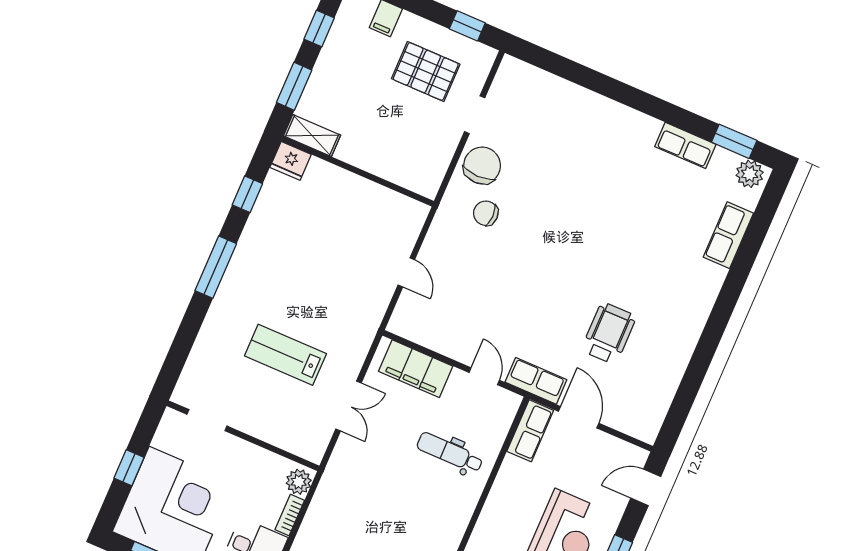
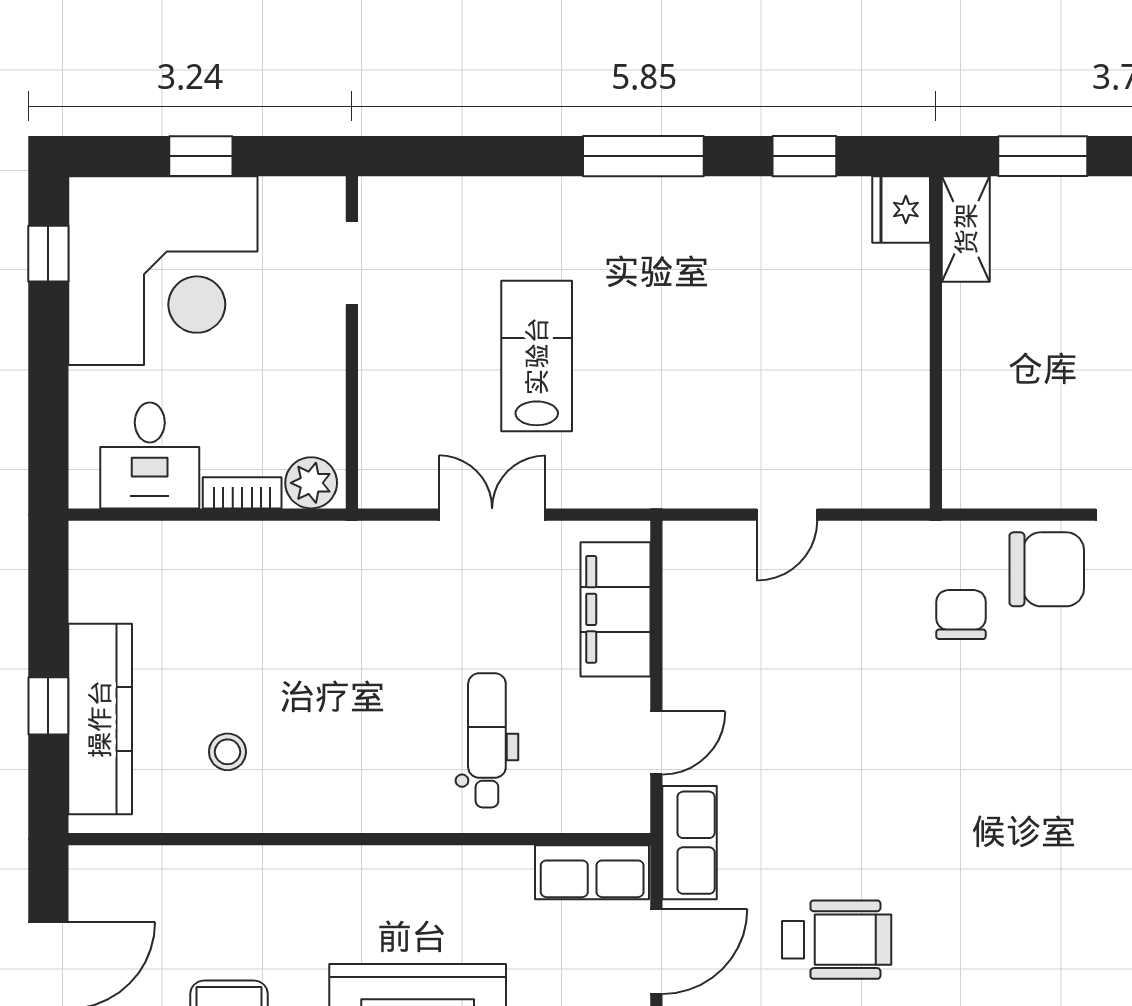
double door: (349, 406) -> (492, 515), swing flipped

